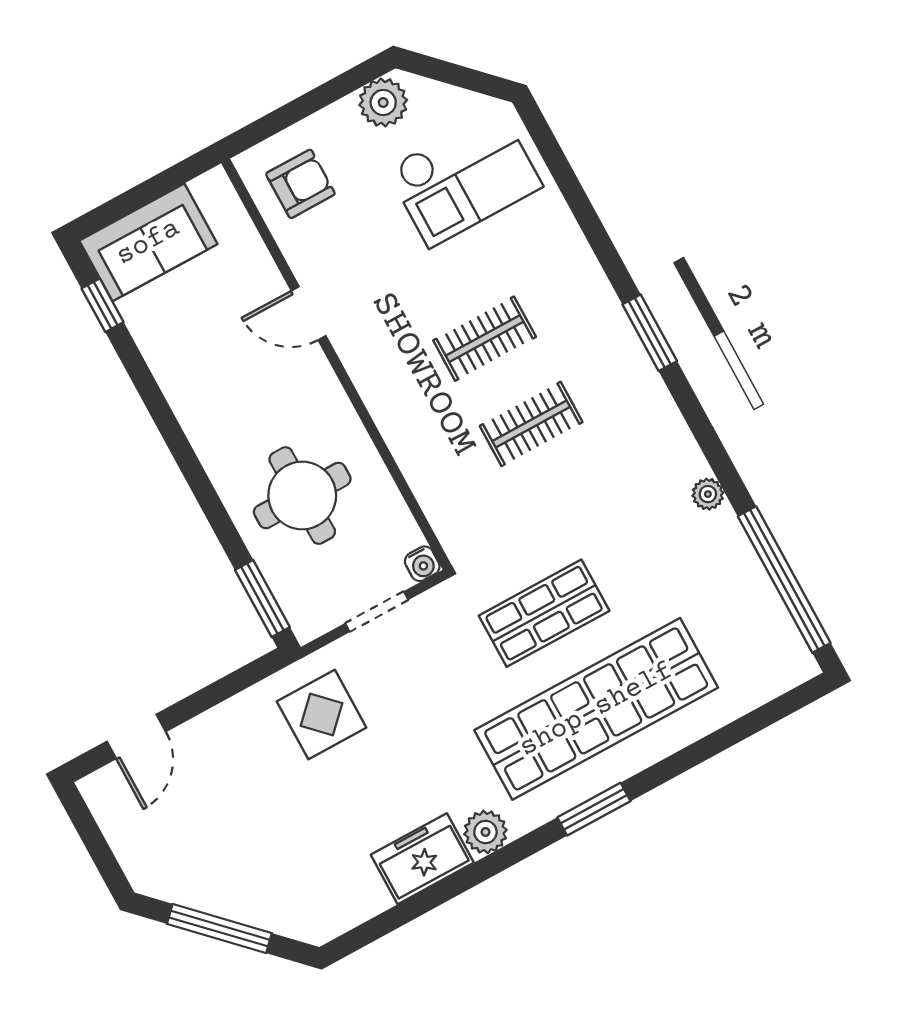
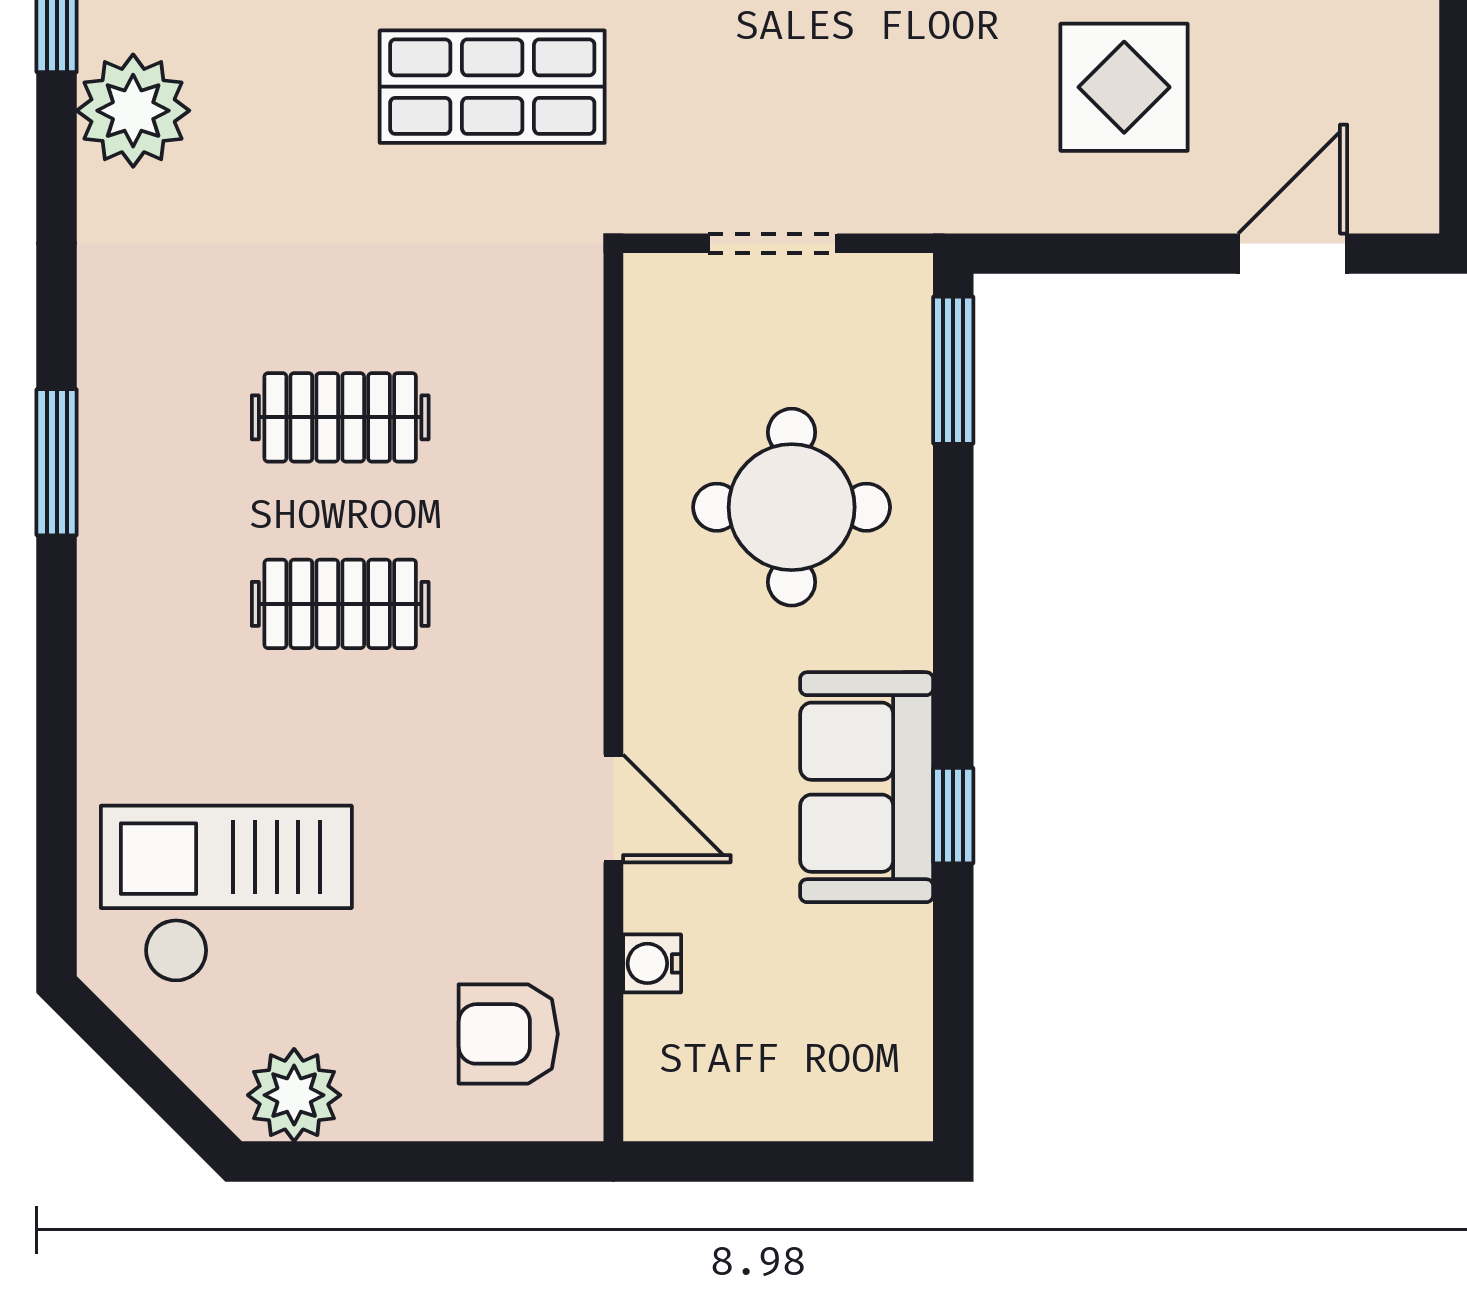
sofa: (148, 242) -> (867, 787), moved, turned -90
window: (103, 305) -> (953, 816), moved
plant: (708, 494) -> (133, 111), width x1.87, depth x1.87
water cooler: (422, 564) -> (652, 963), moved, turned -90
display table: (322, 714) -> (1124, 87), moved

